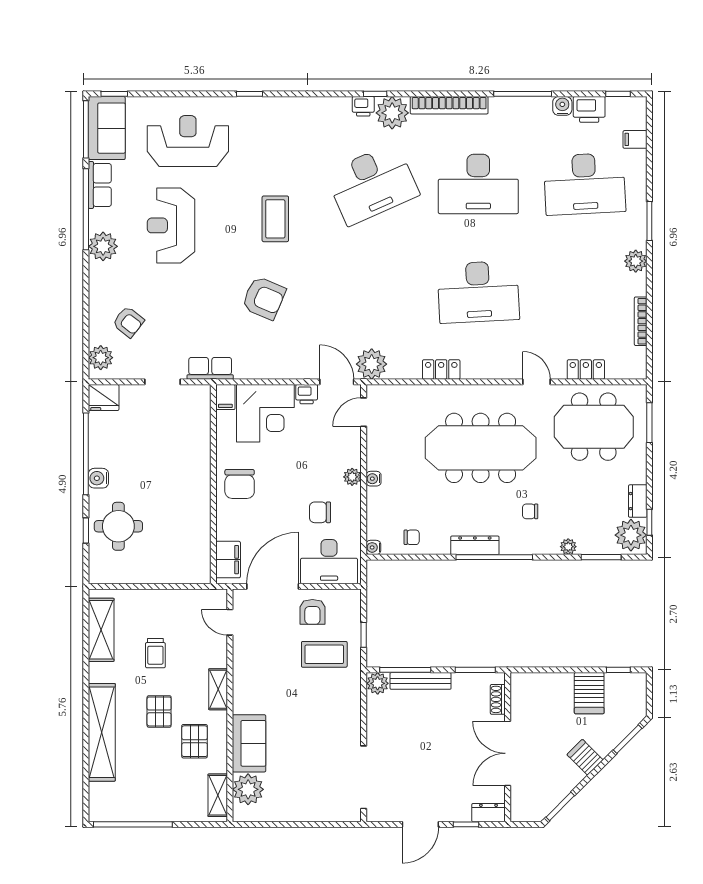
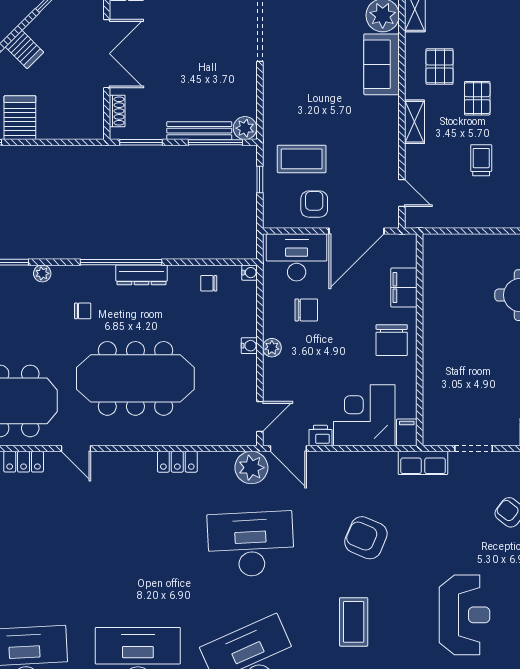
desk: (478, 292) -> (251, 544), moved
chair: (240, 484) -> (392, 340), turned 180
filing cabinet: (228, 560) -> (404, 288), moved

